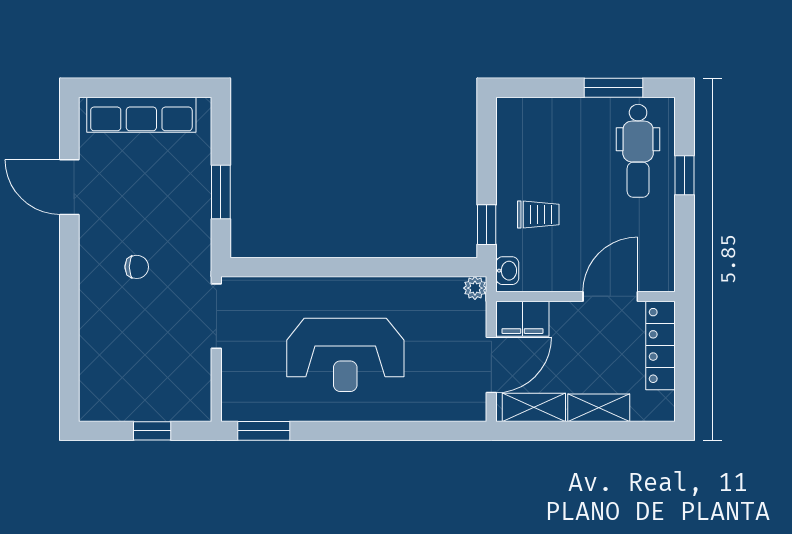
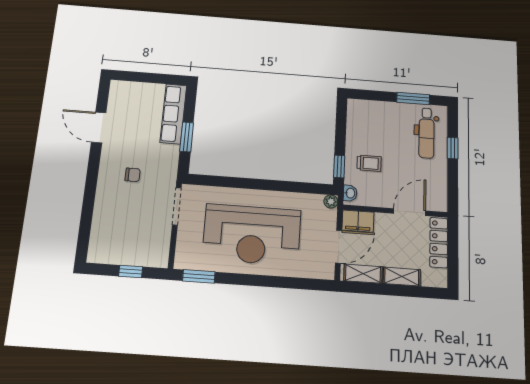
row of seats: (141, 115) -> (173, 114), moved, turned 90
reception desk: (345, 355) -> (252, 235), width x1.36, depth x1.30

